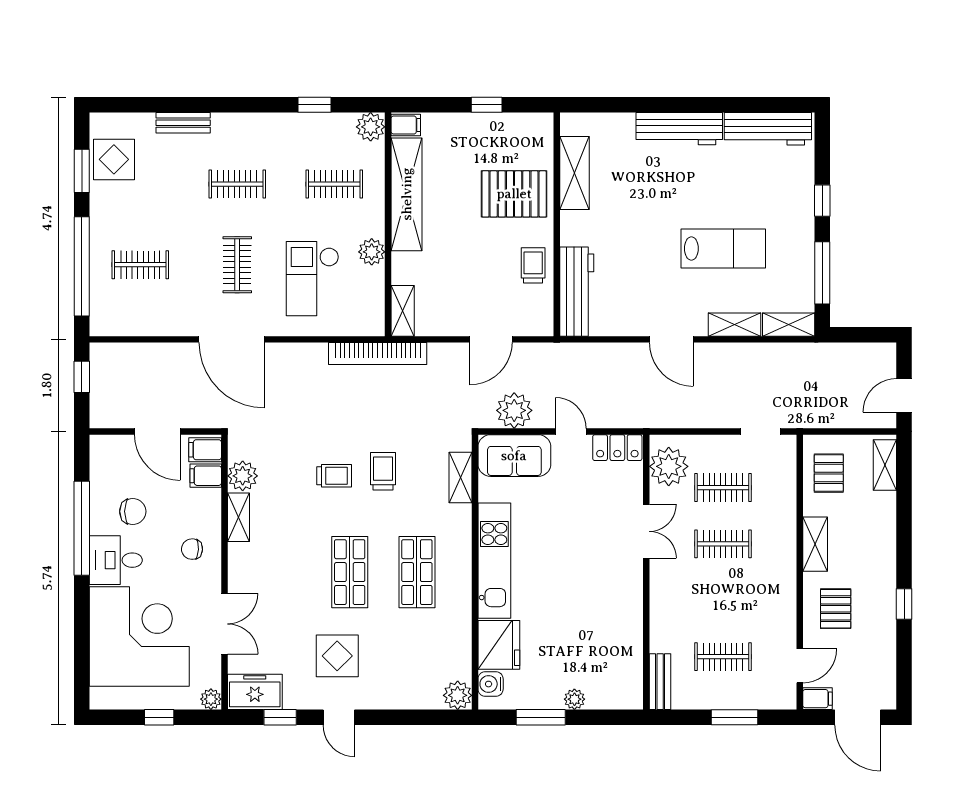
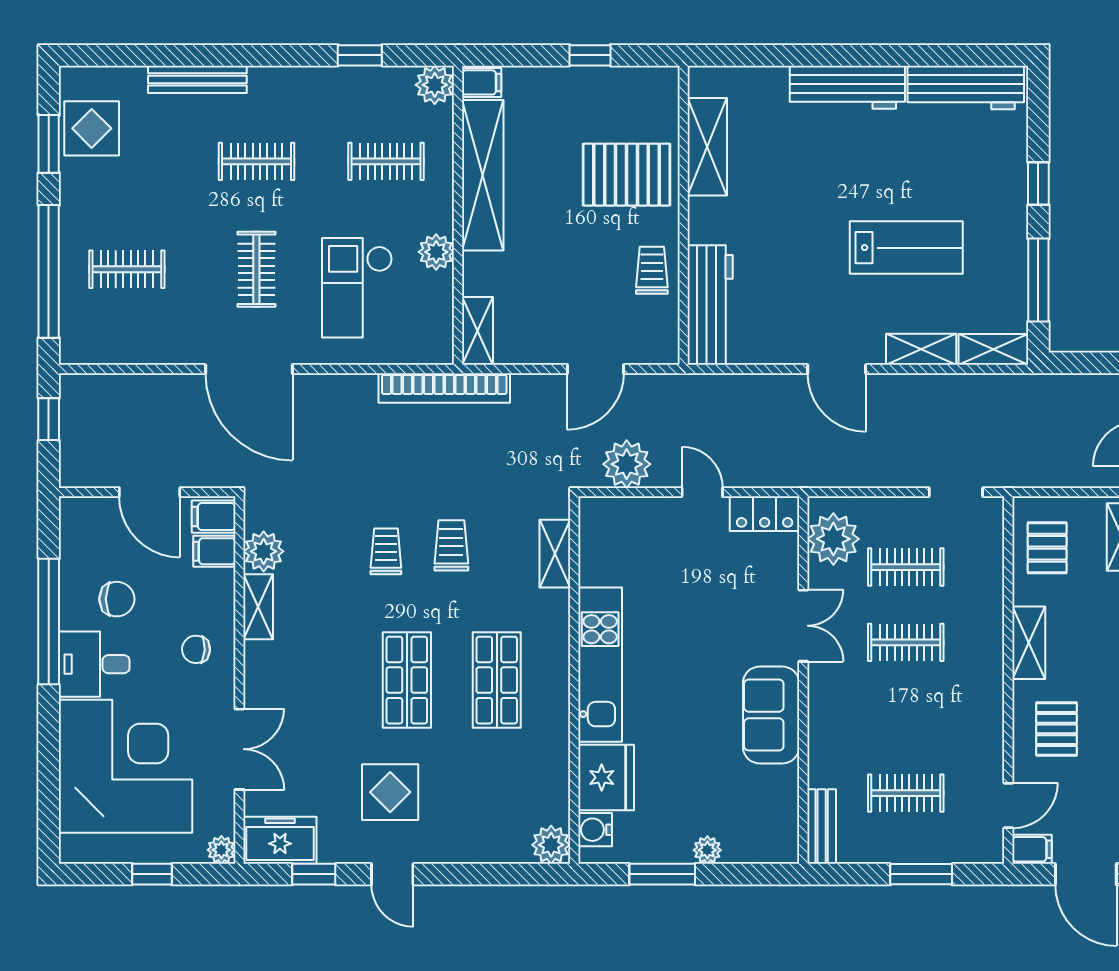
bench: (183, 123) -> (197, 79), width x1.36
sofa: (514, 456) -> (771, 715), moved, turned 90
trolley: (334, 476) -> (386, 551), turned -90

